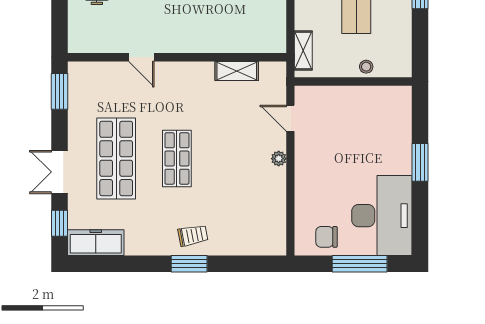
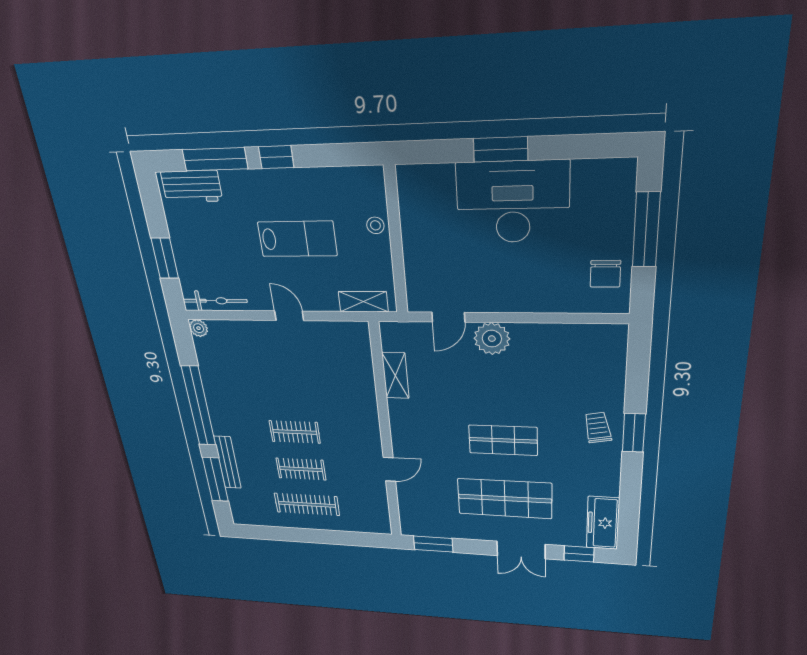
plant: (279, 159) -> (492, 339), width x1.88, depth x1.88
desk: (382, 216) -> (513, 202), moved

